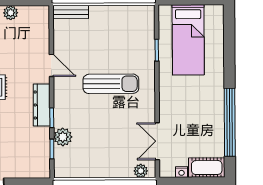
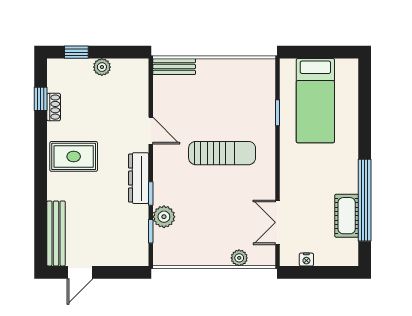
cot: (207, 168) -> (347, 216), moved, turned 90
plant: (141, 171) -> (239, 258), moved

